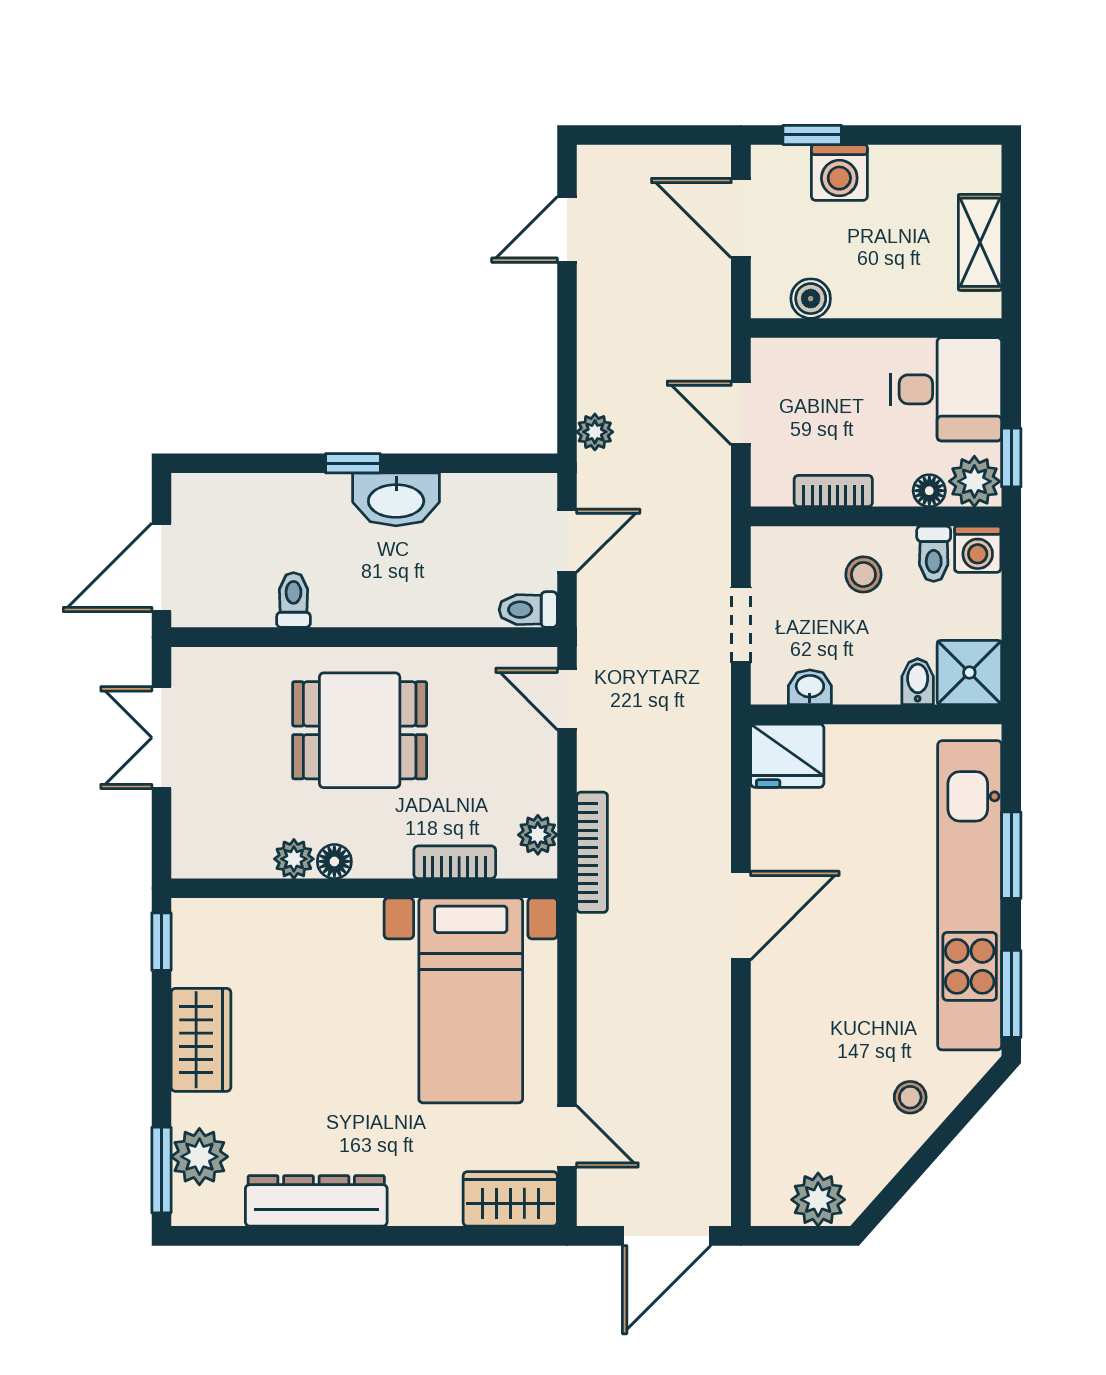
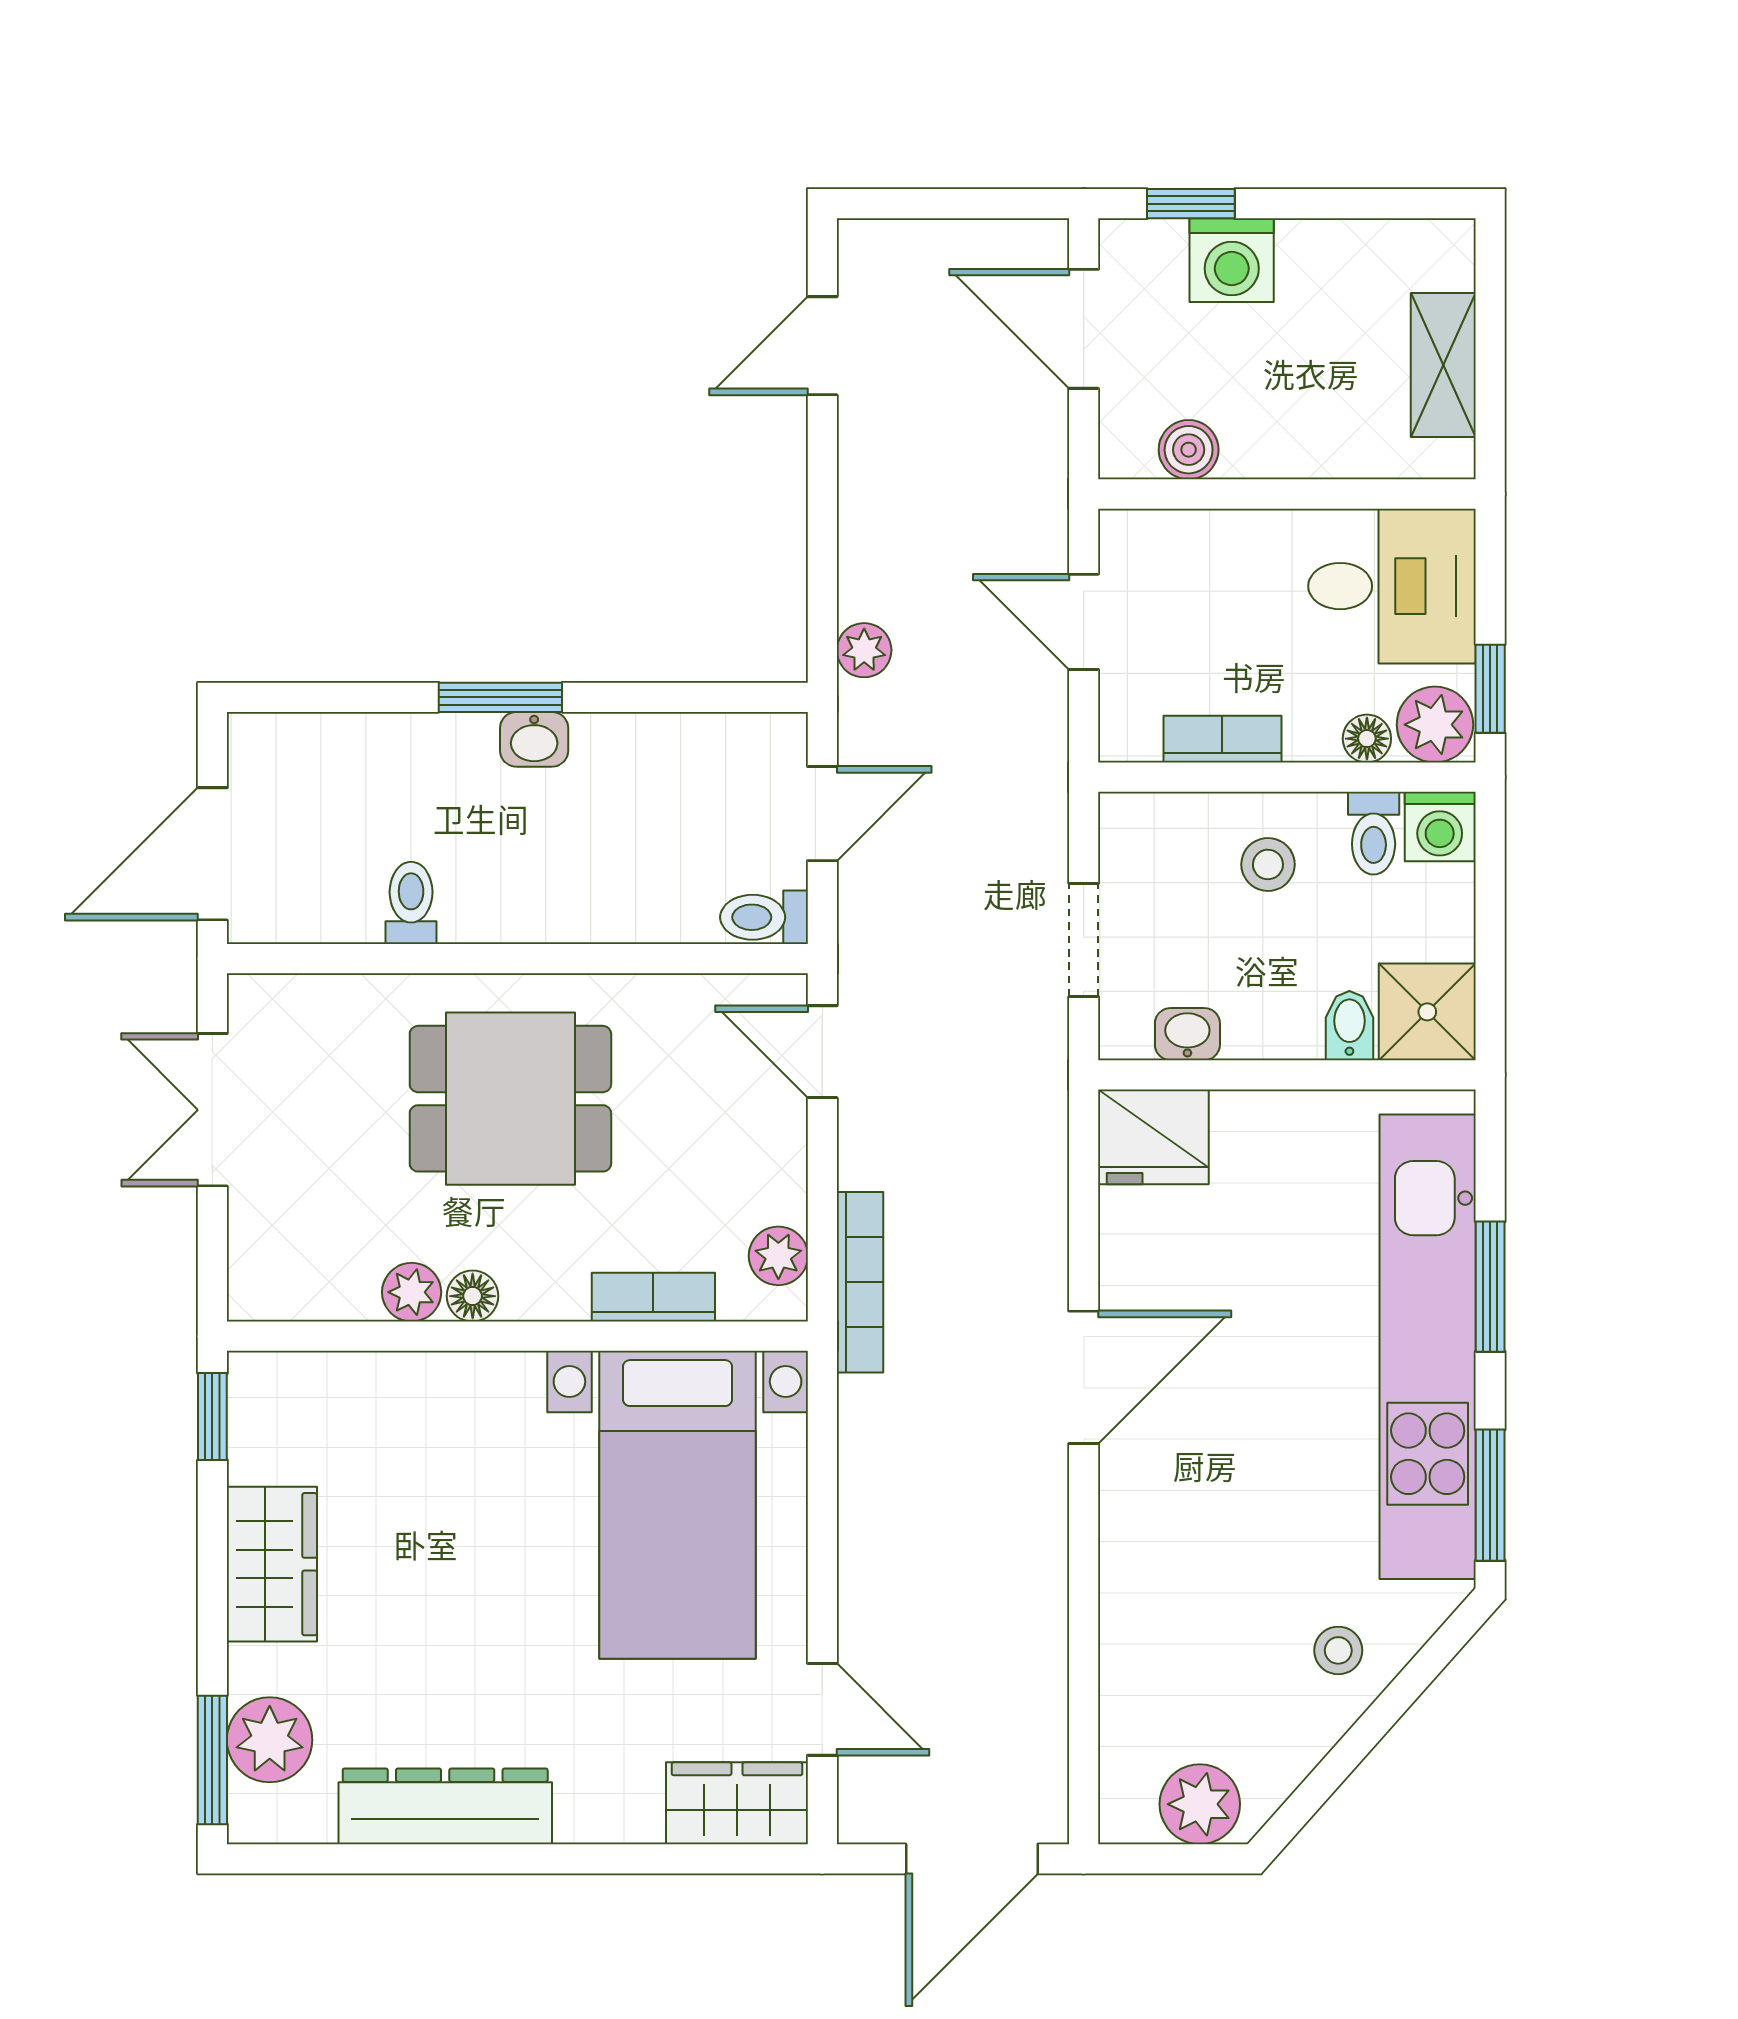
window: (353, 463) -> (500, 697), width x1.50
washbasin: (396, 499) -> (534, 739), width x0.52, depth x0.69

